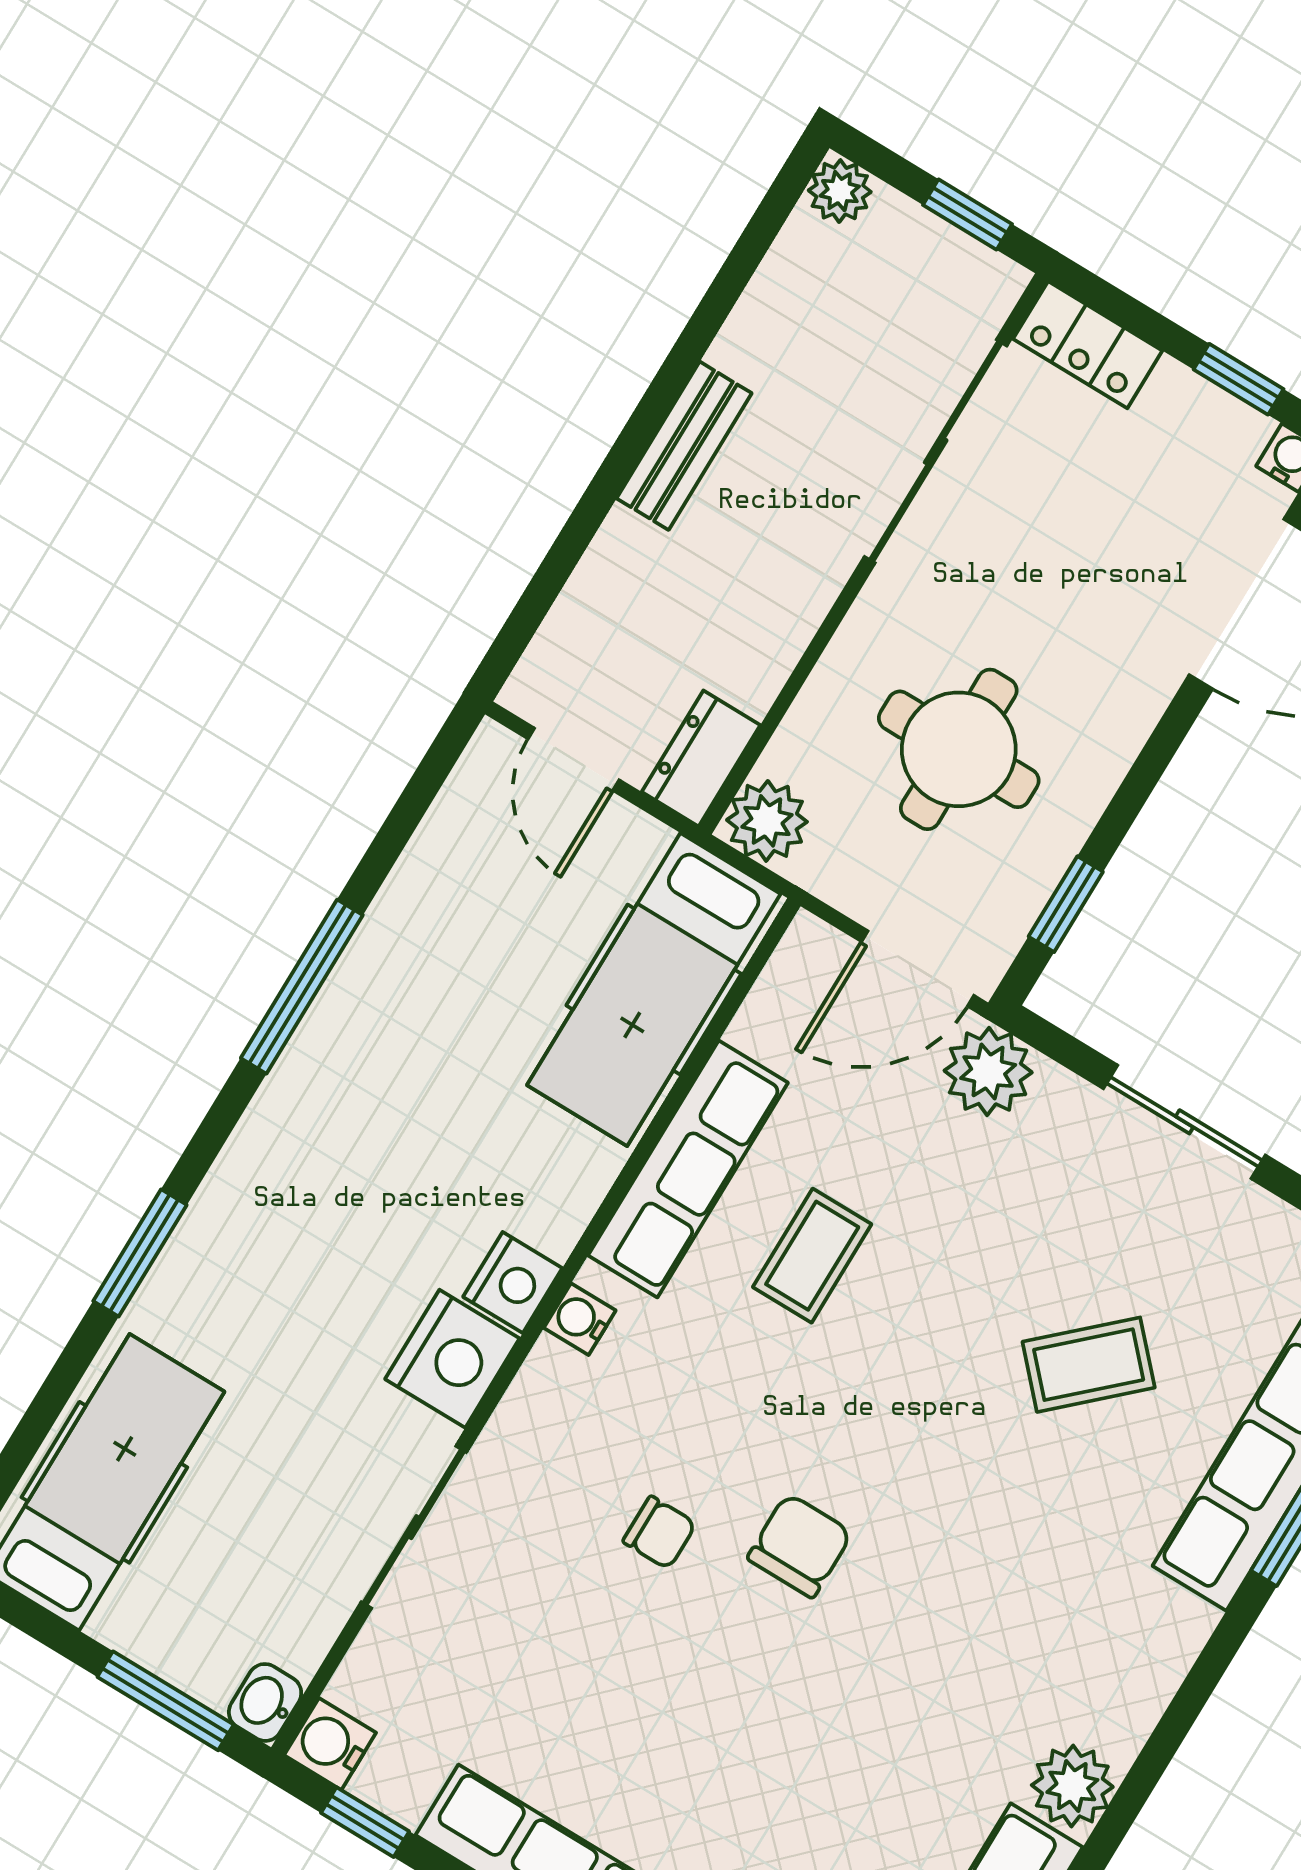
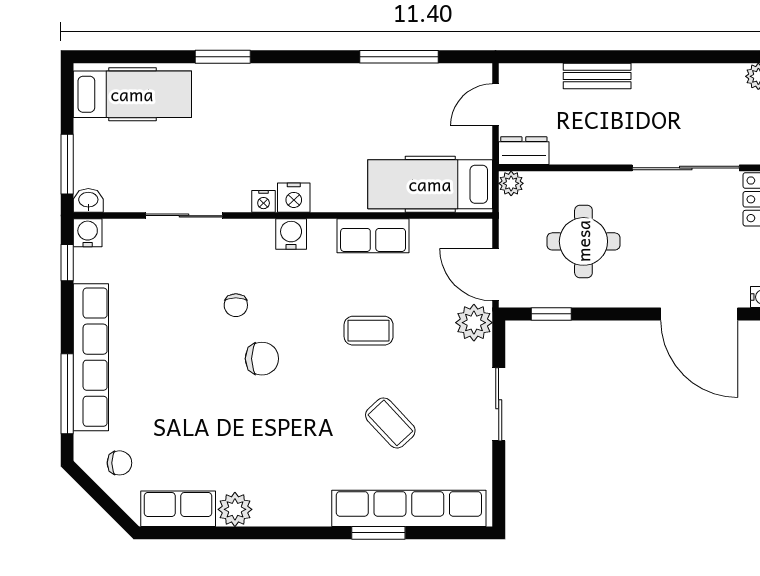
bench: (684, 446) -> (597, 76), moved
plant: (767, 821) -> (511, 183), width x0.73, depth x0.73
window: (302, 987) -> (399, 57), moved
row of seats: (688, 1169) -> (373, 236), width x0.68
coffee table: (812, 1256) -> (369, 331), moved
water cooler: (580, 1319) -> (291, 234), width x1.38, depth x1.38
nightstand: (452, 1359) -> (264, 201), width x0.53, depth x0.56

